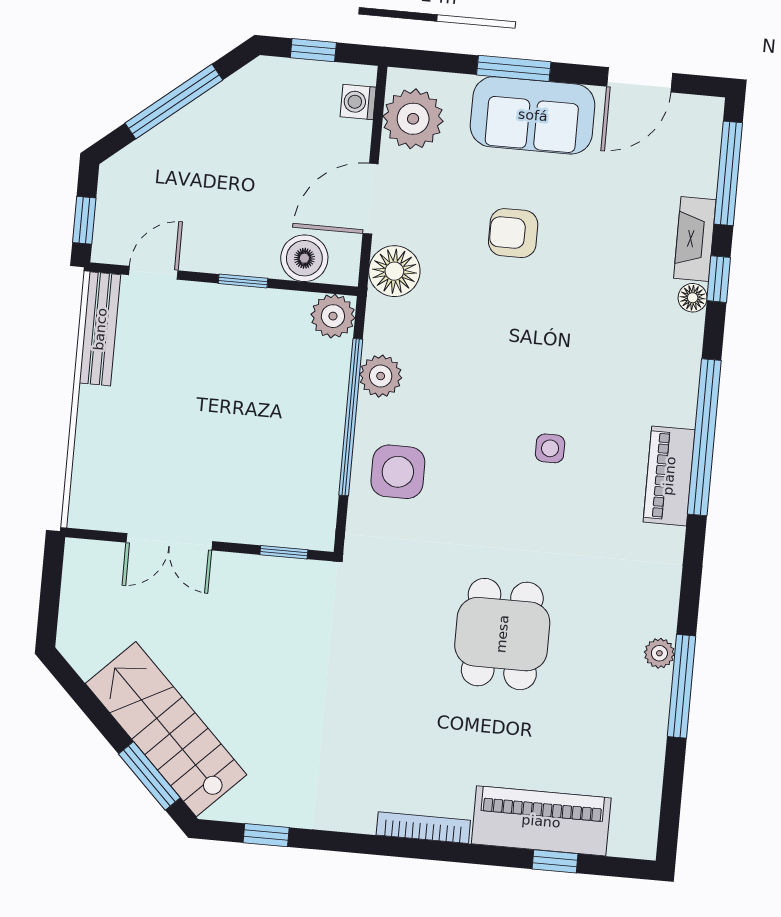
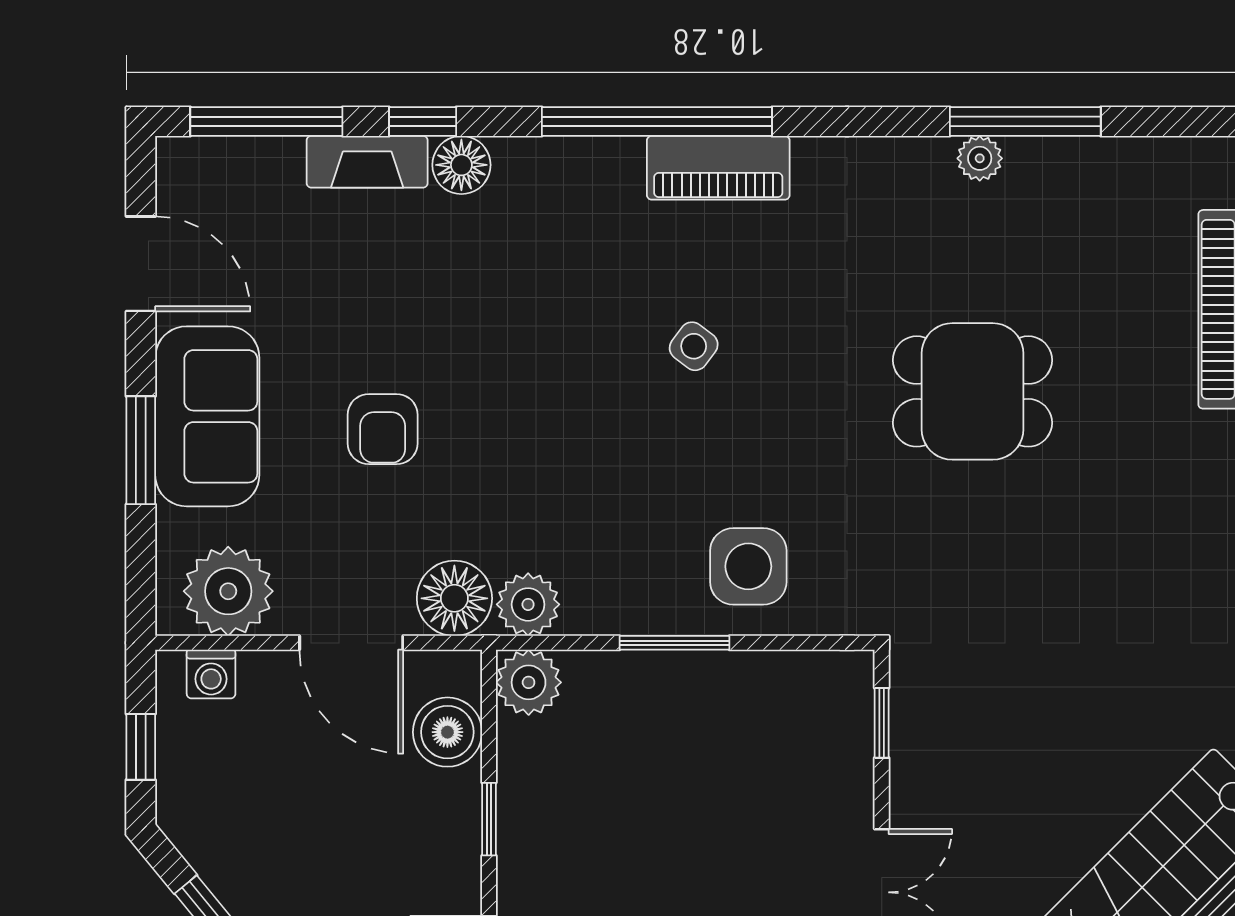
floor lamp: (693, 298) -> (461, 165), width x1.37, depth x1.37
plant: (381, 376) -> (528, 604), moved
window: (351, 417) -> (674, 643), width x0.47
side table: (550, 448) -> (694, 346), turned 37

